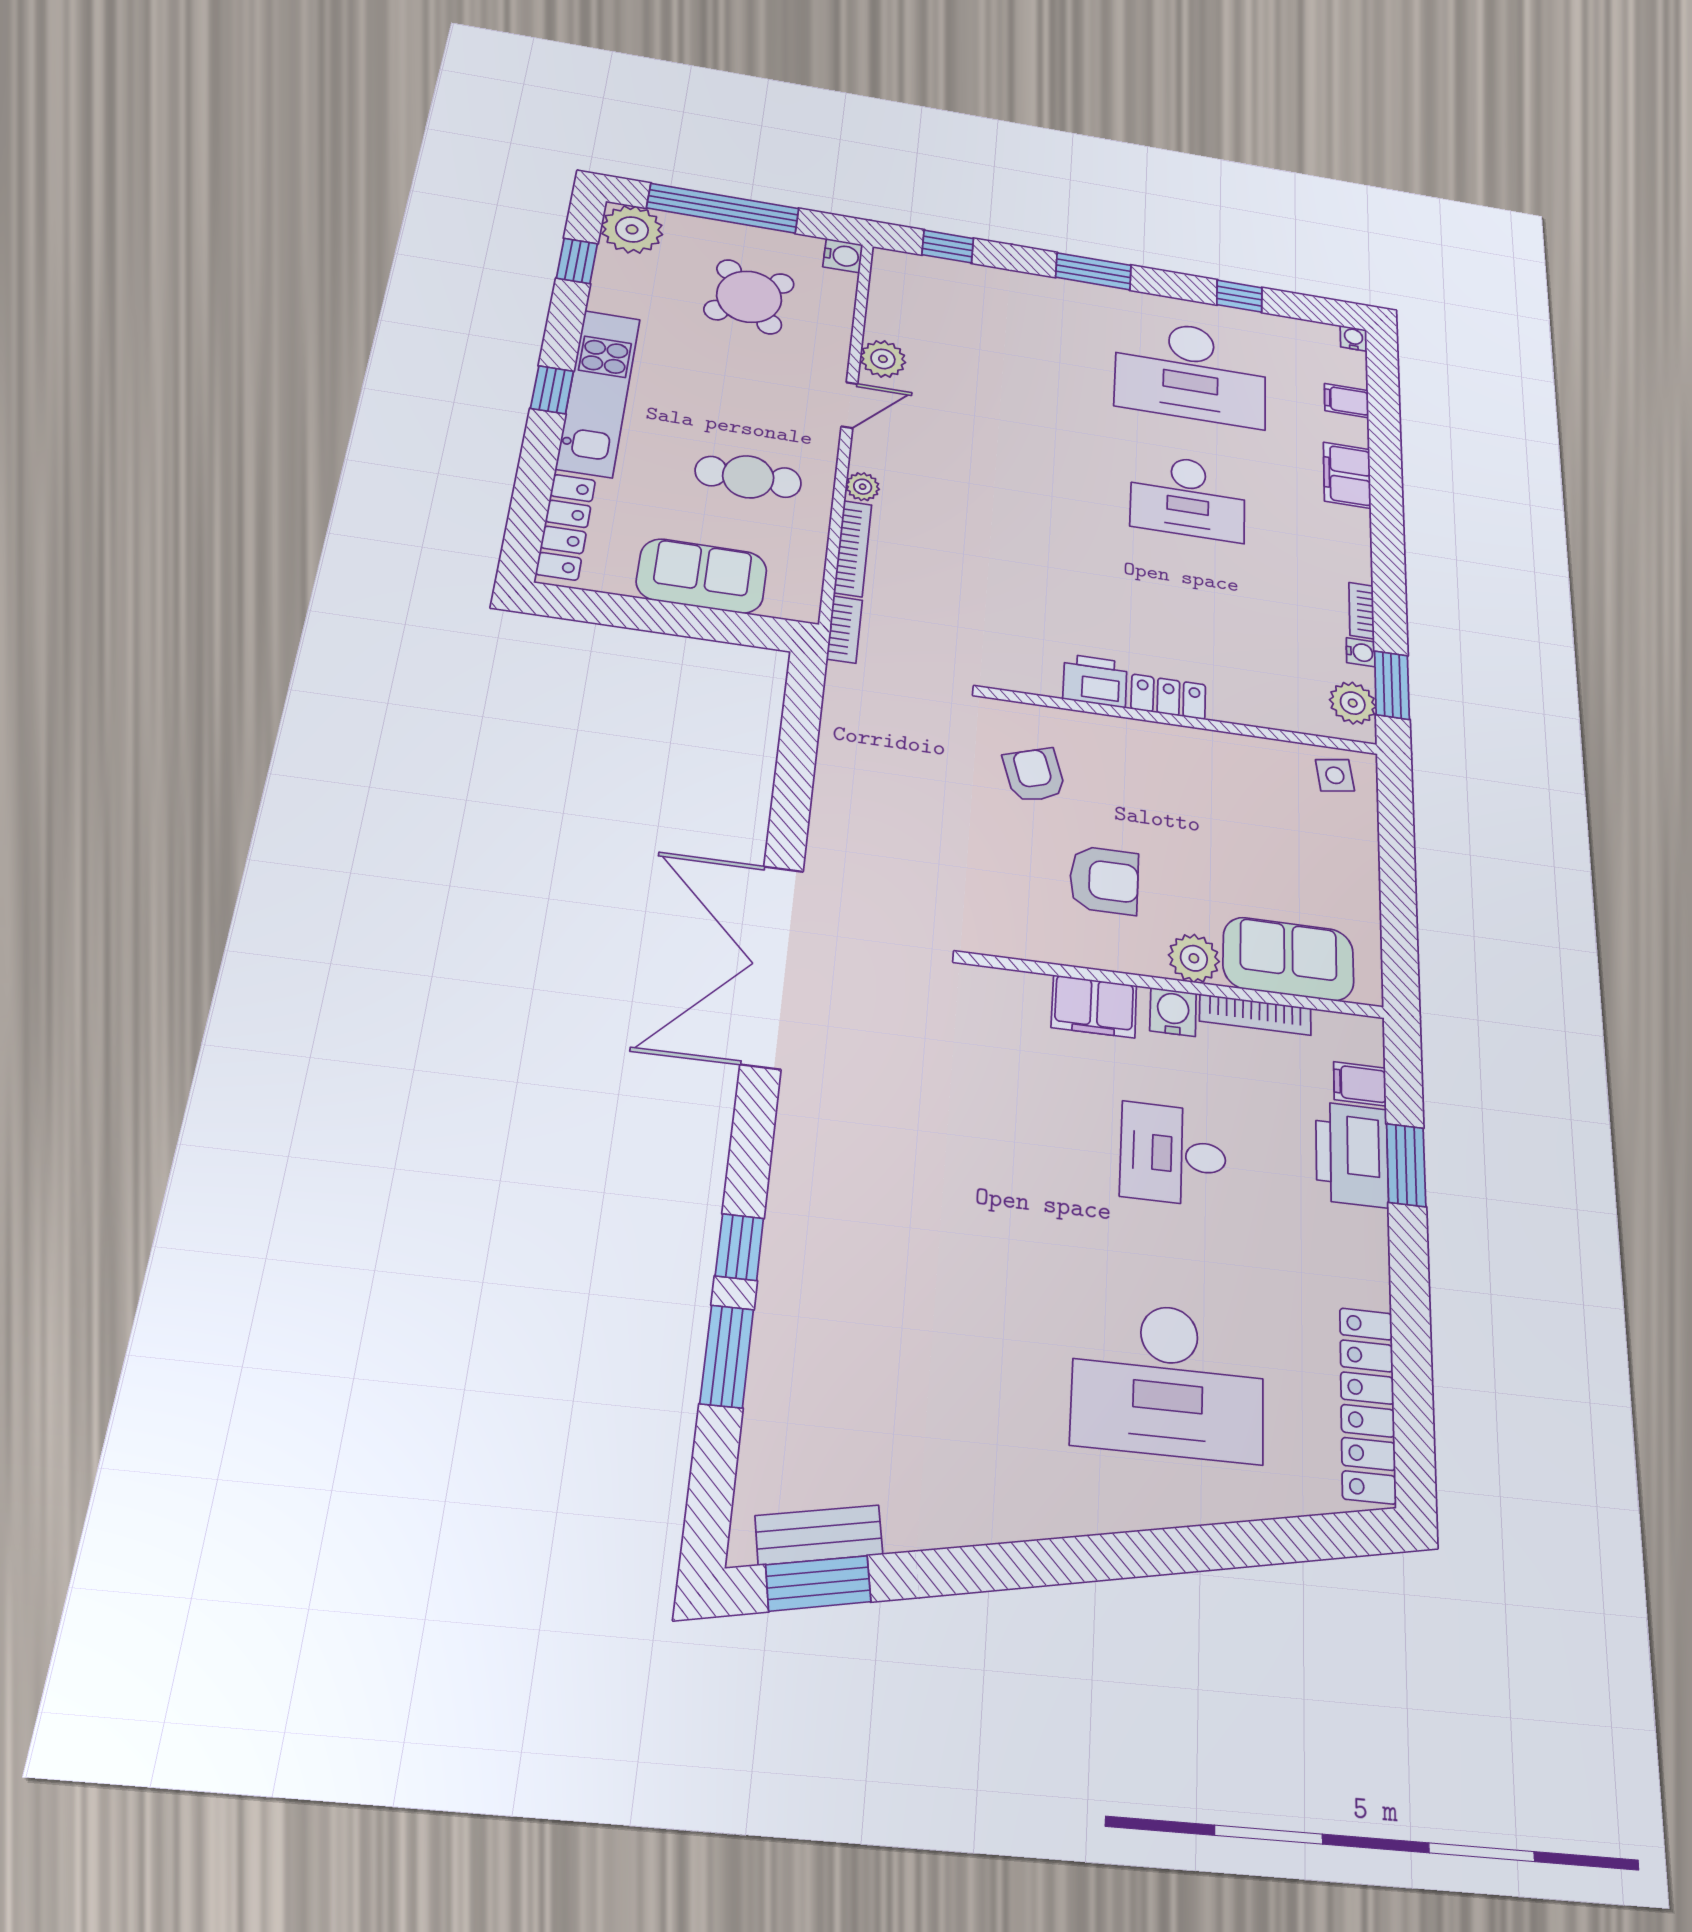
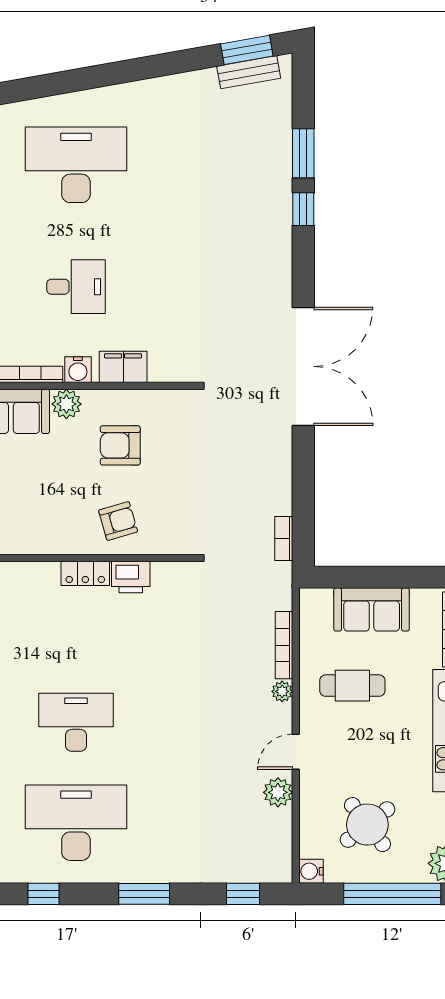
bookcase: (844, 629) -> (284, 539), moved
armchair: (1034, 775) -> (118, 521), moved, turned -88

